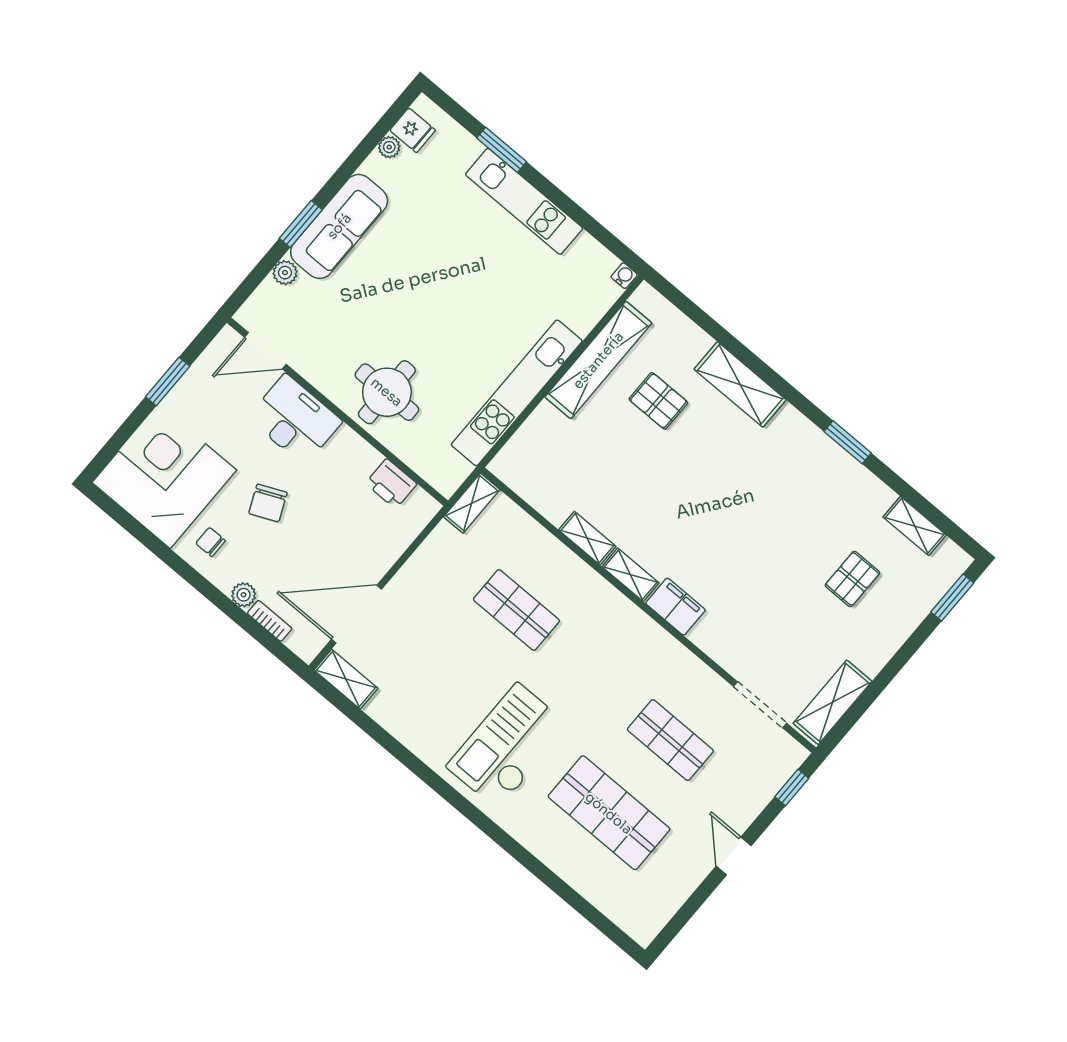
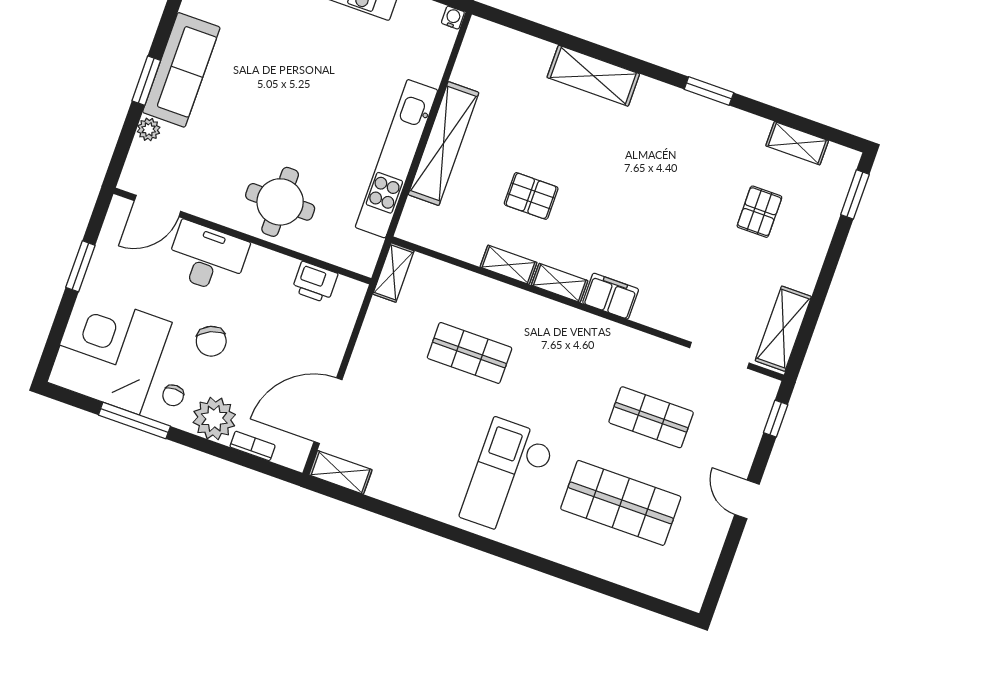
shelving: (598, 360) -> (443, 144), moved
pallet: (658, 401) -> (531, 196), moved
chair: (211, 542) -> (173, 395), turned -90
window: (163, 552) -> (134, 421), added
plant: (244, 595) -> (214, 419), width x1.87, depth x1.87

